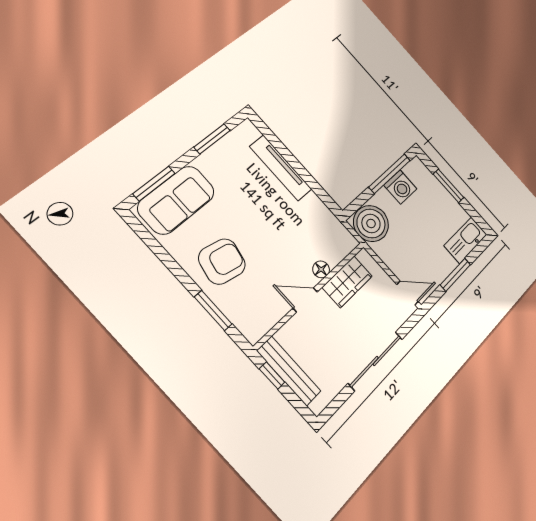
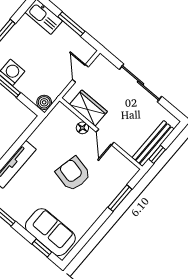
window: (154, 184) -> (42, 248), width x0.67
boiler: (371, 223) -> (44, 102), width x0.54, depth x0.54
armchair: (222, 261) -> (73, 174), moved
door: (407, 293) -> (80, 73), moved

